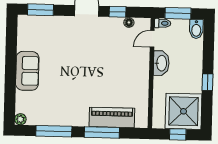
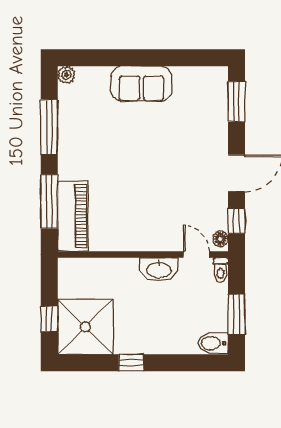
toilet: (163, 23) -> (221, 270), moved
door: (152, 39) -> (196, 254), moved
washbasin: (161, 63) -> (159, 269), moved
wall: (151, 73) -> (143, 254), moved

